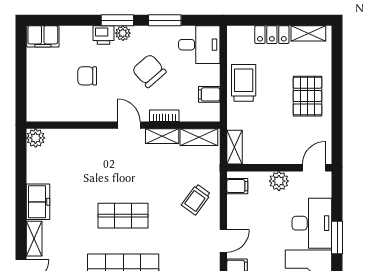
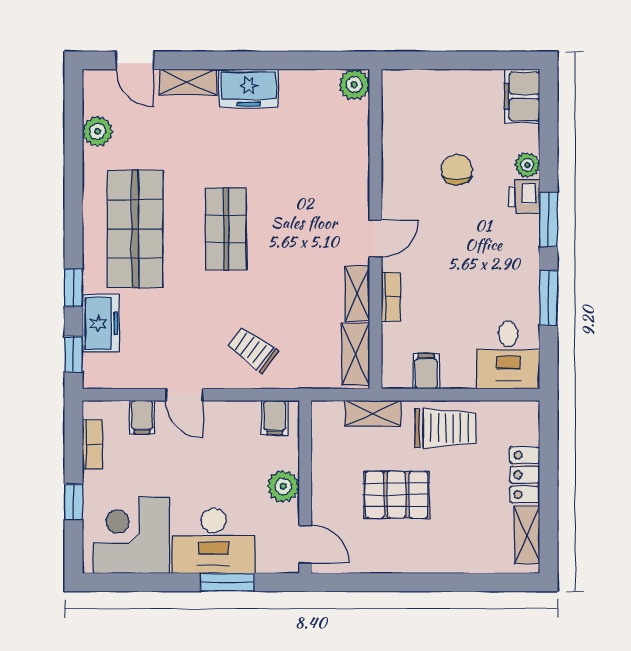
plant: (123, 33) -> (527, 165), moved
chair: (149, 71) -> (465, 272), removed
pallet: (307, 96) -> (396, 495), moved
shelving: (235, 147) -> (373, 413), moved
window: (337, 238) -> (227, 582), moved

